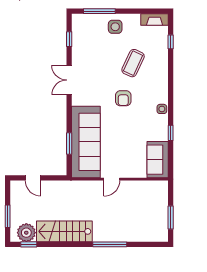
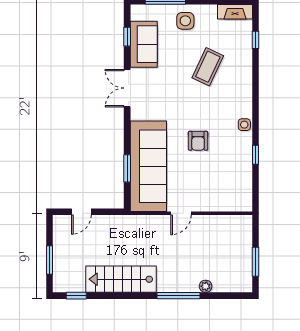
armchair: (123, 98) -> (198, 141), moved
sofa: (158, 160) -> (144, 44), moved, turned 180
door: (33, 178) -> (81, 212), hinge flipped
plant: (26, 233) -> (206, 286), moved, width x0.53, depth x0.53

